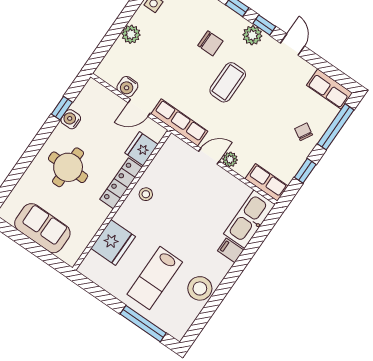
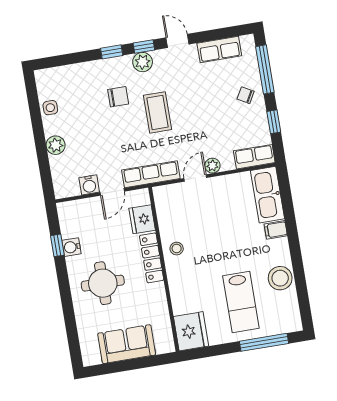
row of seats: (330, 89) -> (219, 49), moved
fridge: (113, 242) -> (191, 331), moved

